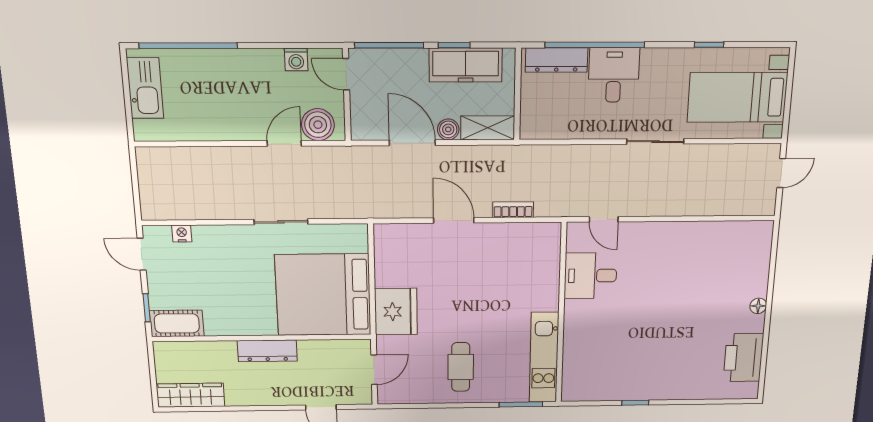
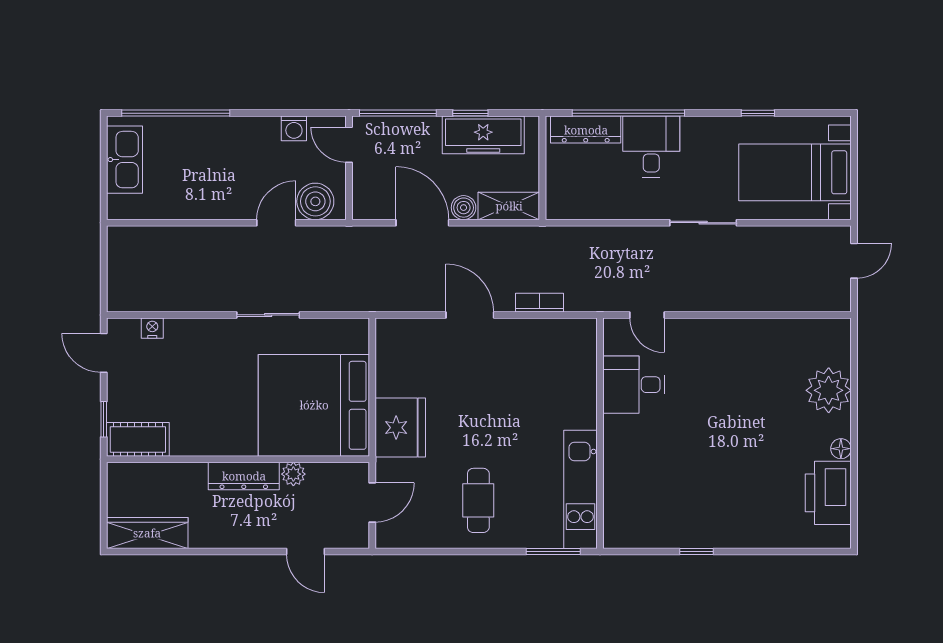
plant: (751, 279) -> (829, 390), added
floor lamp: (758, 306) -> (841, 449), moved
plant: (308, 349) -> (293, 474), added

